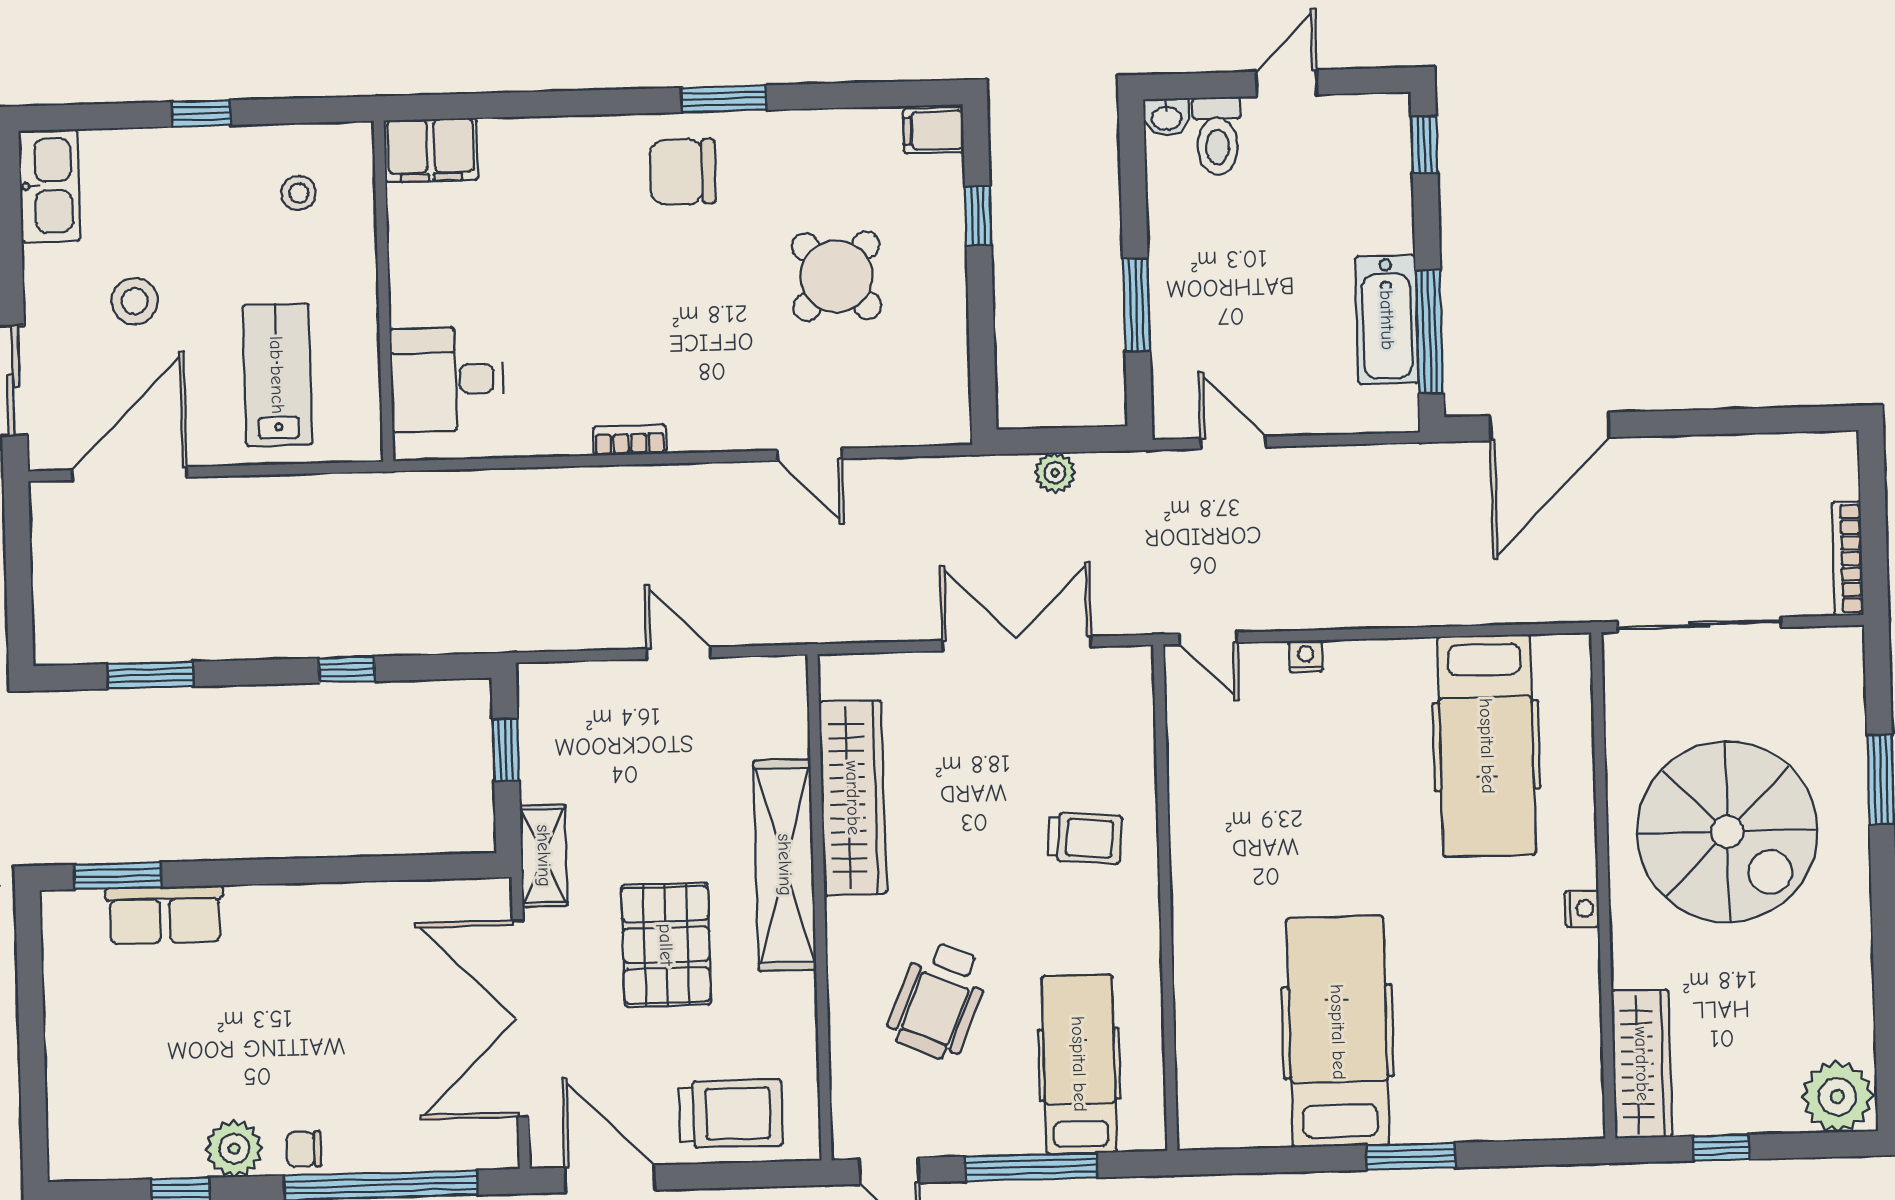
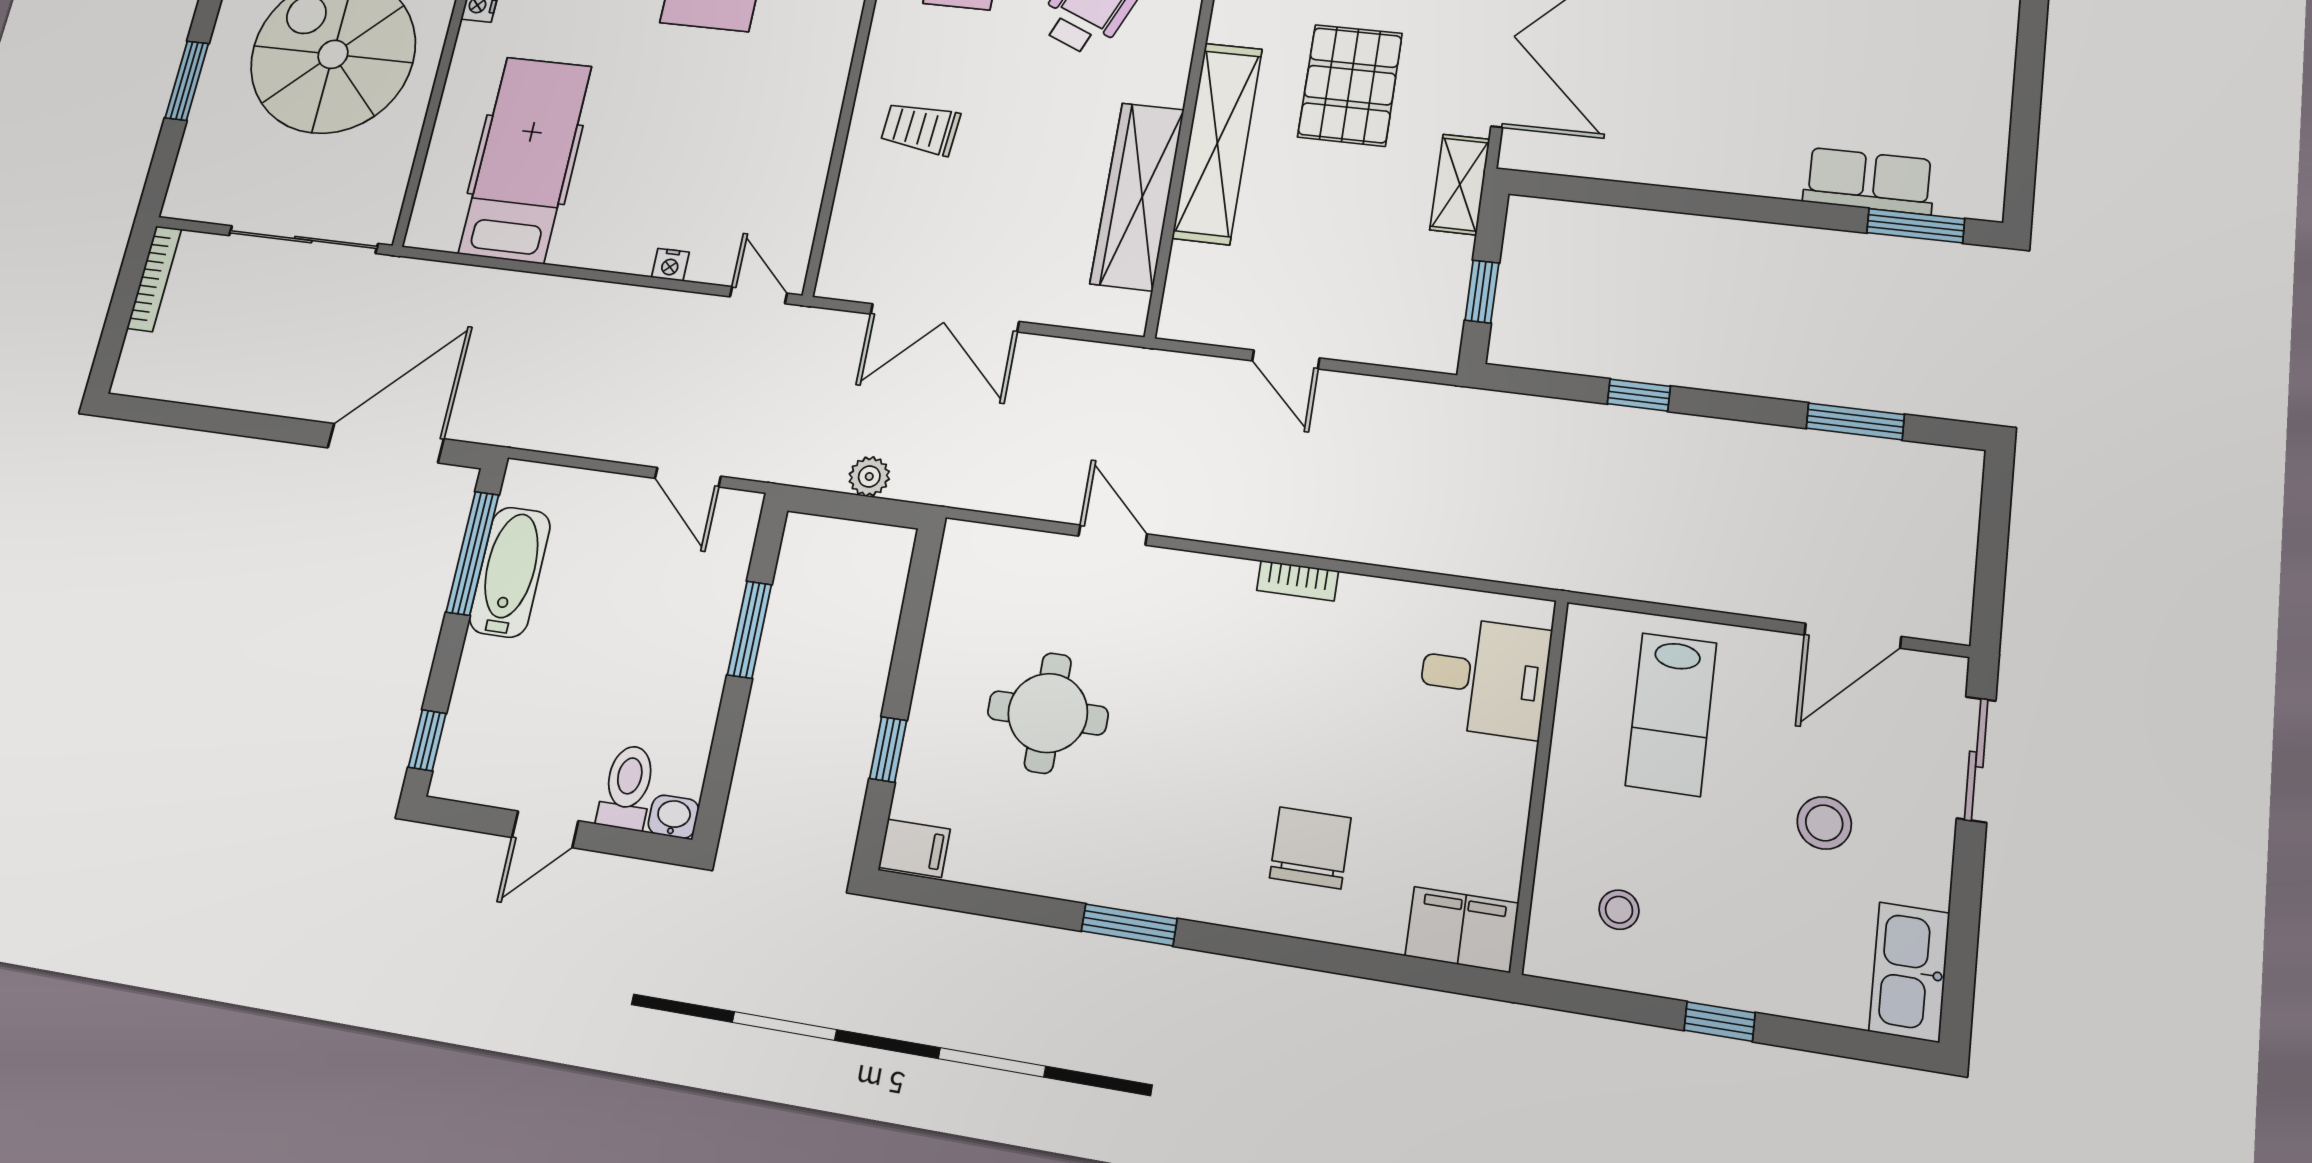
chair: (682, 172) -> (1310, 848), moved, turned -90
round table: (836, 276) -> (1048, 713), turned 45
door: (130, 474) -> (1853, 636), width x0.73

